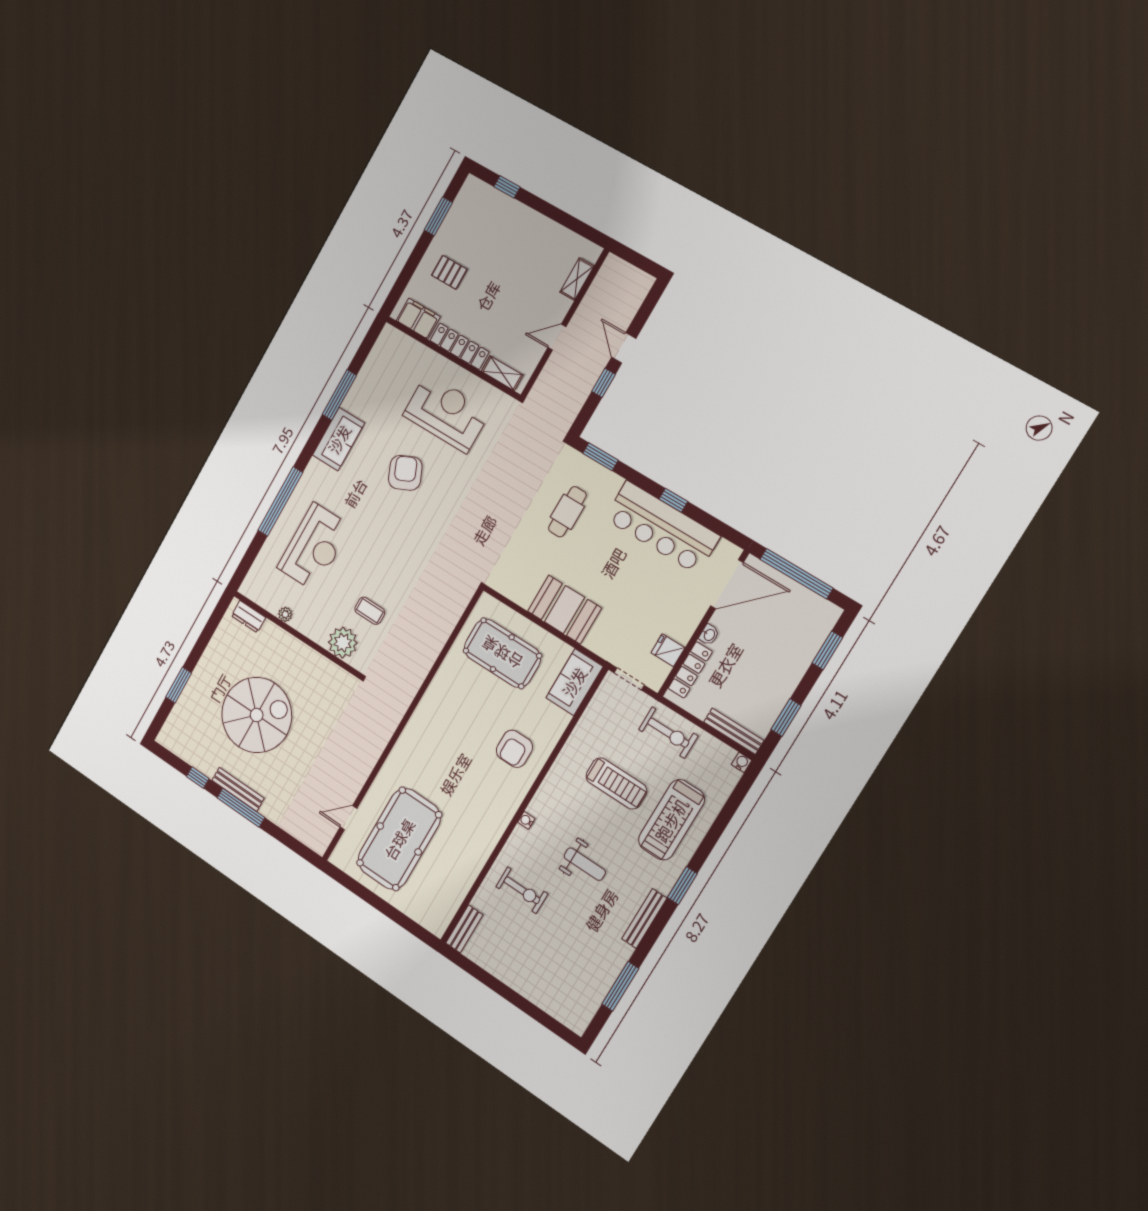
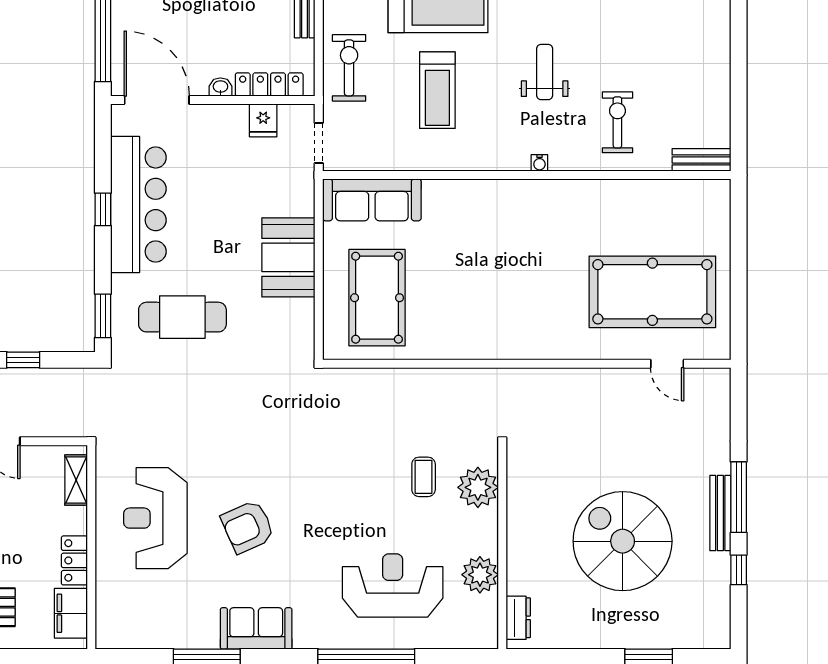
locker: (459, 346) -> (74, 560), width x0.66
cafe table: (567, 512) -> (182, 317), width x1.37, depth x1.35
plant: (285, 614) -> (480, 575), width x1.87, depth x1.87
sofa: (574, 682) -> (372, 200), width x1.36
armchair: (514, 749) -> (471, 222), removed
treadmill: (616, 783) -> (437, 90), turned 180

